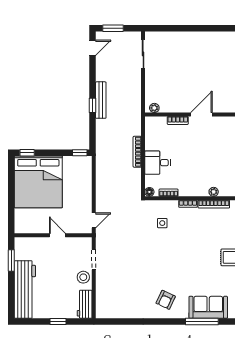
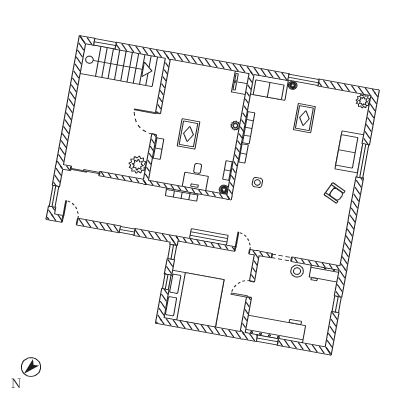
bench: (101, 100) -> (209, 237), moved
plant: (154, 108) -> (138, 165), width x1.88, depth x1.88
rug: (197, 148) -> (189, 134), added
window: (27, 153) -> (167, 282), moved
workbench: (25, 290) -> (275, 327), moved

